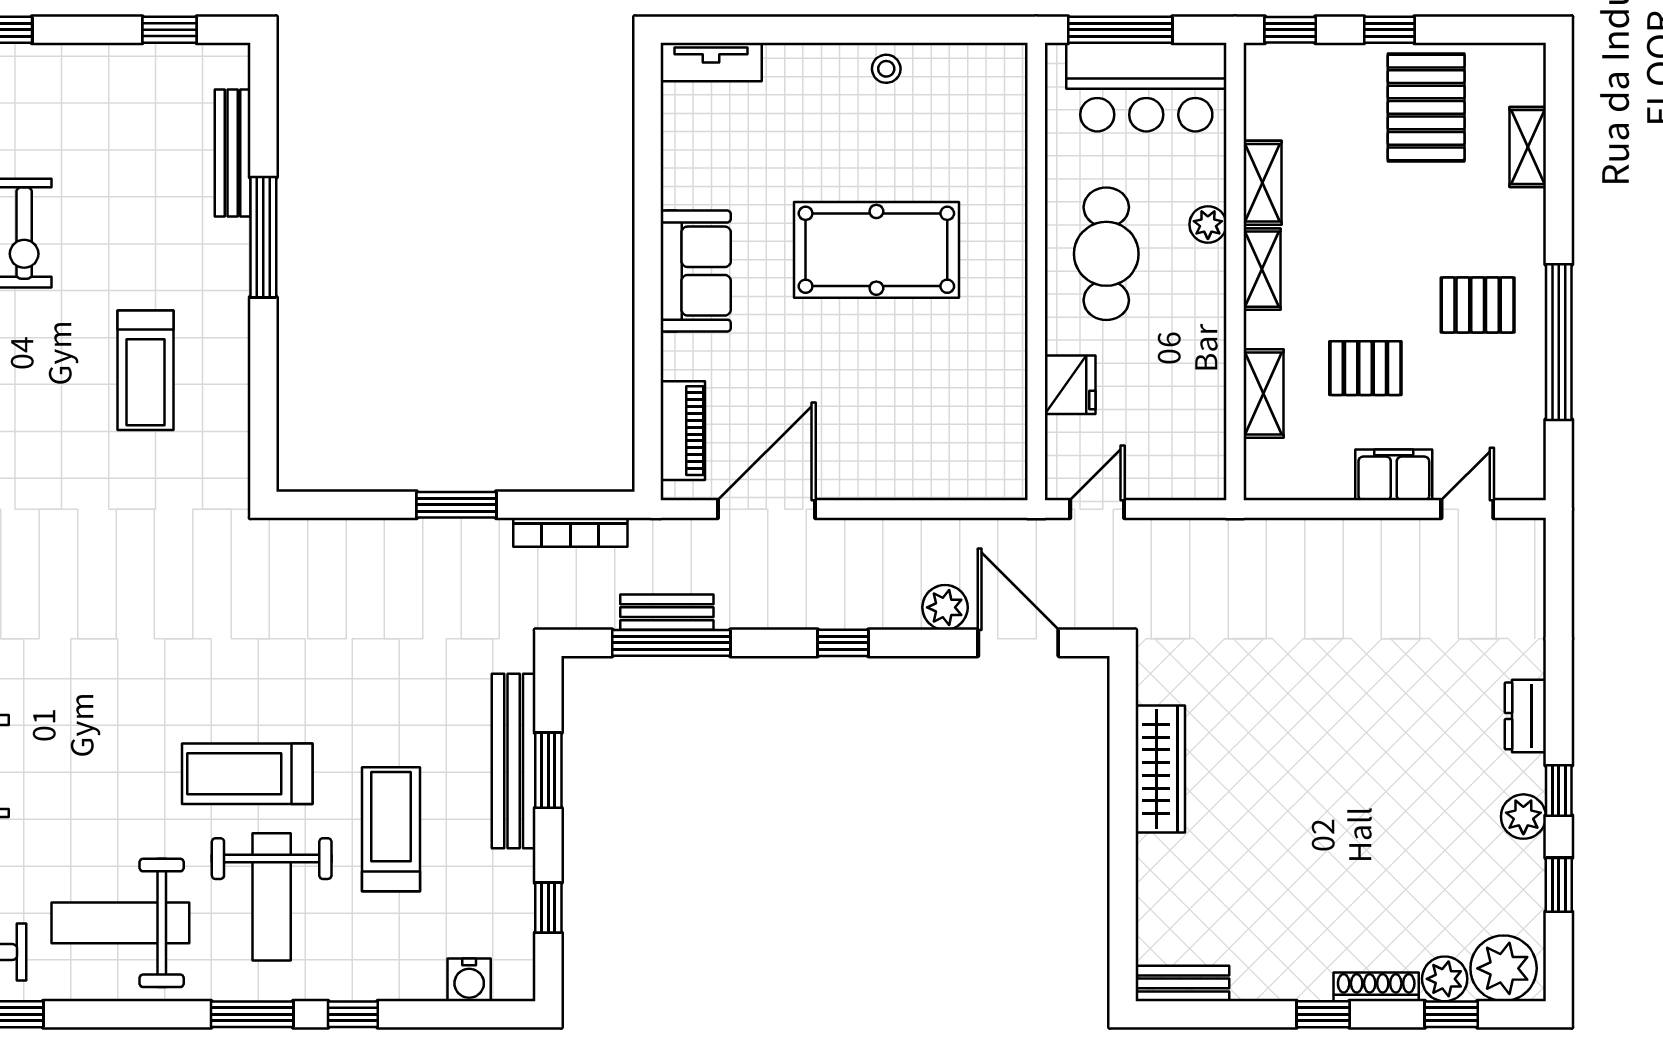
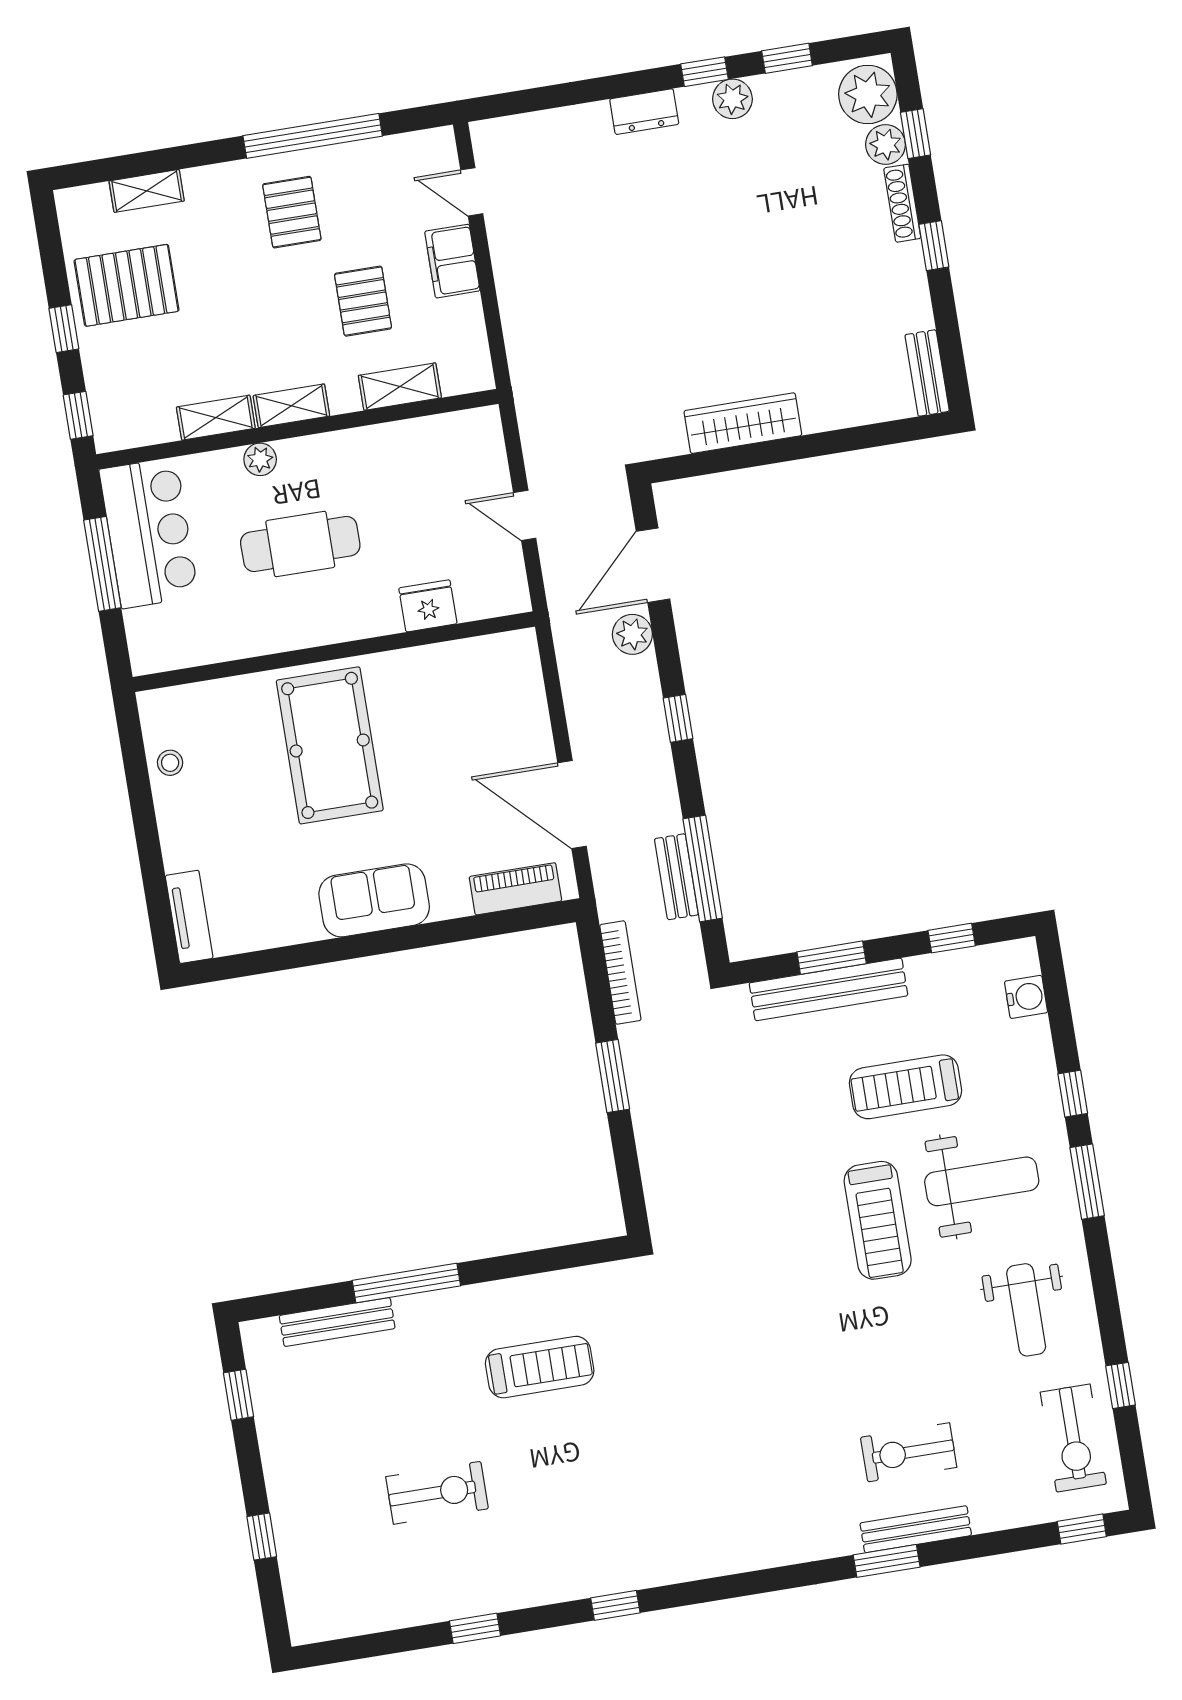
wall: (1036, 272) -> (334, 652), moved
fridge: (1070, 385) -> (428, 606), moved
weight bench: (120, 923) -> (1026, 1310), width x0.73, depth x0.75

